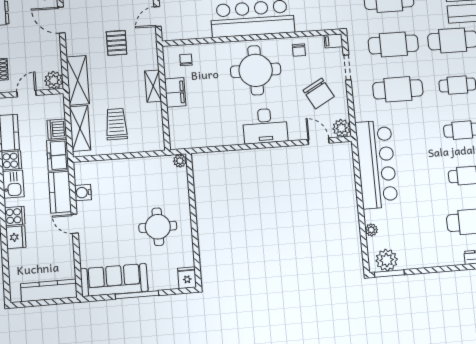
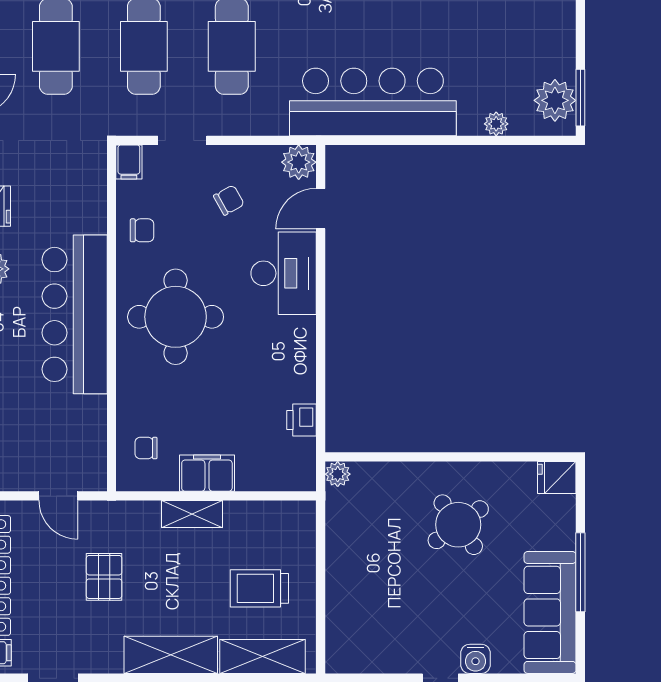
pallet: (117, 43) -> (104, 577), turned 90
chair: (319, 93) -> (229, 200), width x0.54, depth x0.54
desk: (265, 126) -> (284, 273), moved
printer: (207, 140) -> (302, 420), added
water cooler: (83, 193) -> (476, 659), moved
round table: (158, 227) -> (458, 525), turned -36

